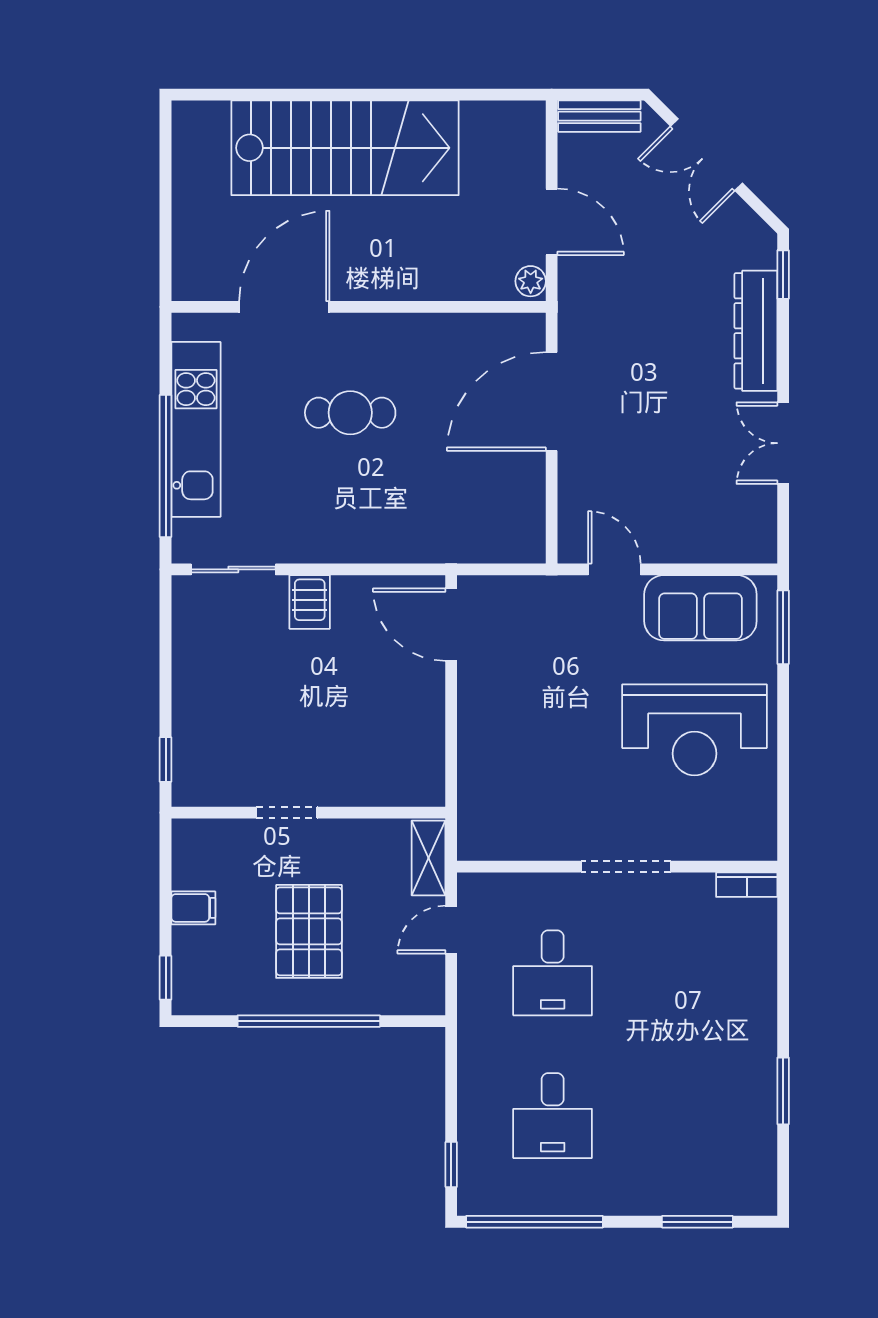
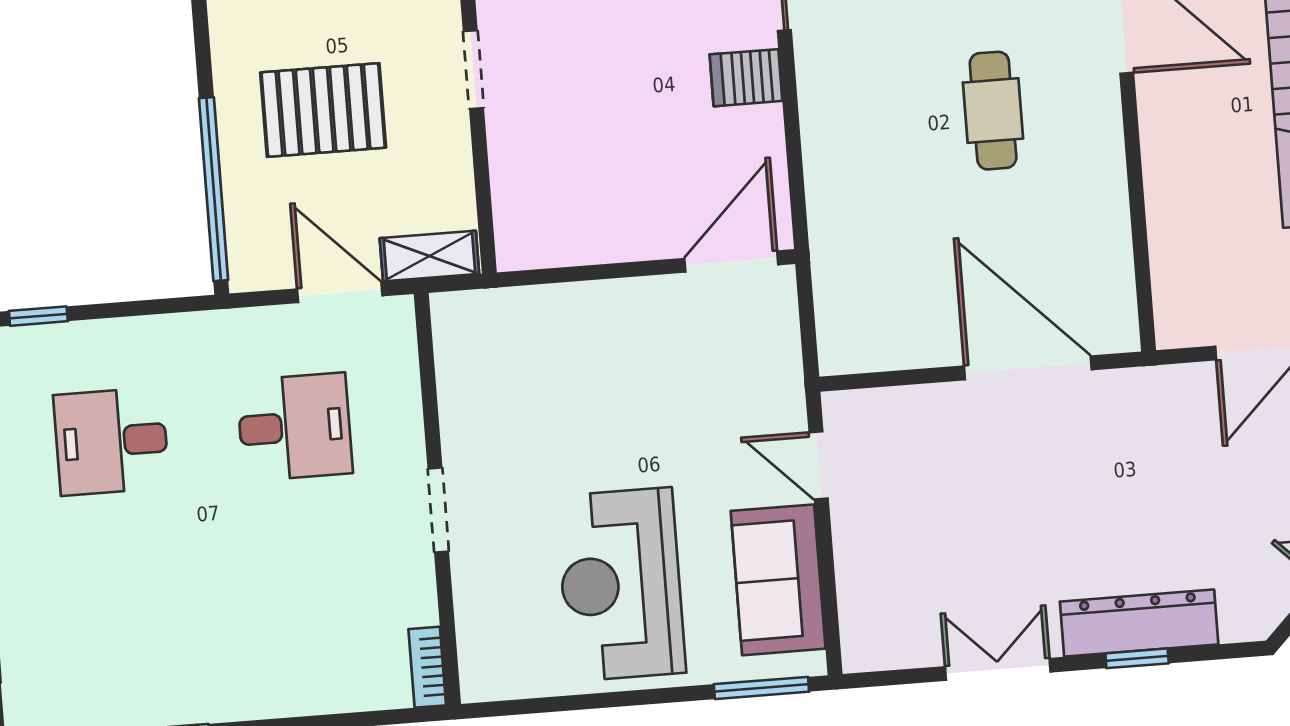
window: (783, 275) -> (1137, 658), moved
plant: (531, 281) -> (1180, 329), removed
door: (614, 569) -> (819, 465), swing flipped
doorway: (626, 867) -> (438, 510), width x0.73
door: (451, 930) -> (340, 292), width x1.38
desk: (553, 973) -> (295, 427), turned 180
window: (309, 1021) -> (214, 189), moved

